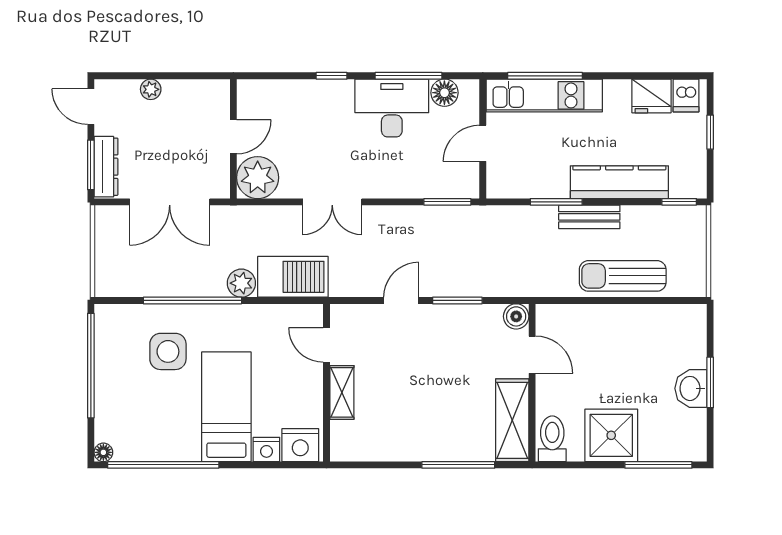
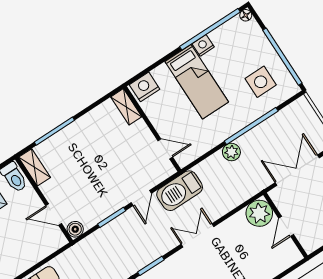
double door: (332, 202) -> (198, 235), moved
barbecue: (293, 277) -> (180, 191), moved
side table: (168, 351) -> (261, 82), moved
shelving: (342, 392) -> (126, 107), moved
shelving: (512, 420) -> (34, 167), width x0.67, depth x0.75
nightstand: (266, 449) -> (203, 45), moved

